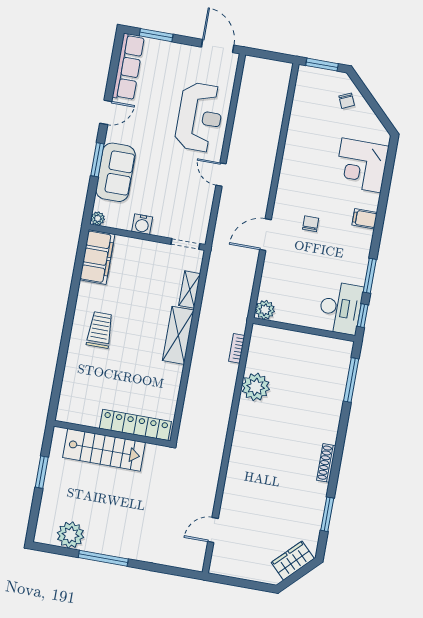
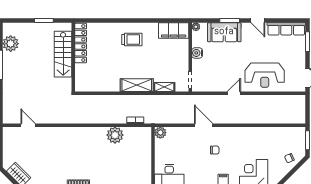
locker: (135, 425) -> (81, 43), moved

